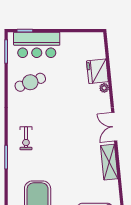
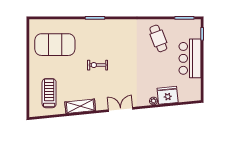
bar counter: (37, 45) -> (190, 58), moved
exercise bike: (26, 138) -> (98, 65), moved
shelving: (109, 162) -> (80, 106), moved

